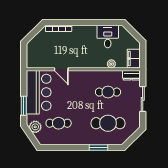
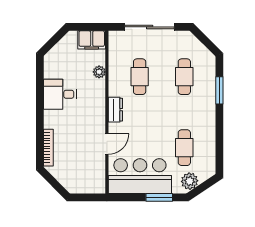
desk: (108, 36) -> (60, 94), moved
dresser: (131, 75) -> (115, 110), moved
sliding door: (143, 99) -> (150, 27), width x1.37
cafe table: (108, 123) -> (184, 77), width x0.73, depth x0.74

